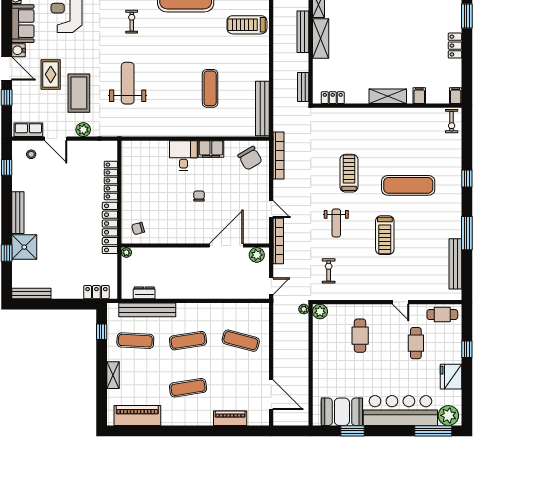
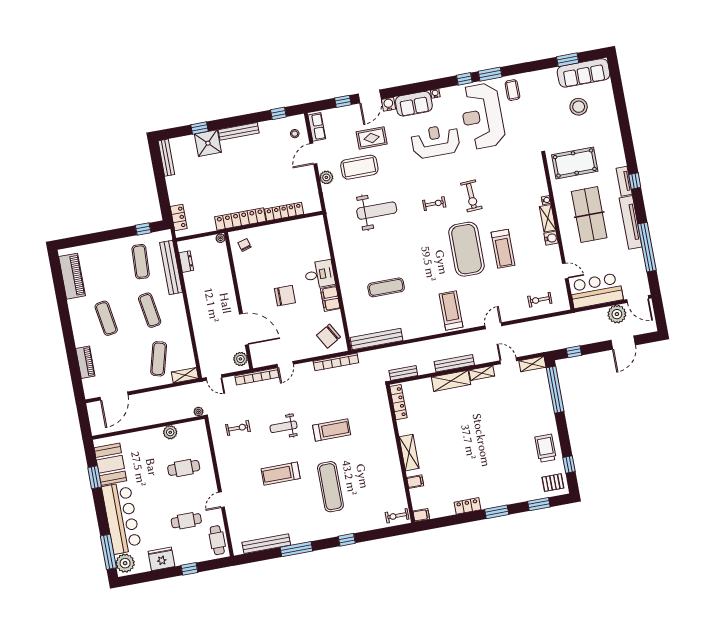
locker: (333, 98) -> (398, 402), width x1.53
chair: (199, 196) -> (285, 296), width x1.87, depth x1.87
plant: (320, 312) -> (170, 432), moved
shelving: (113, 375) -> (185, 375), moved

